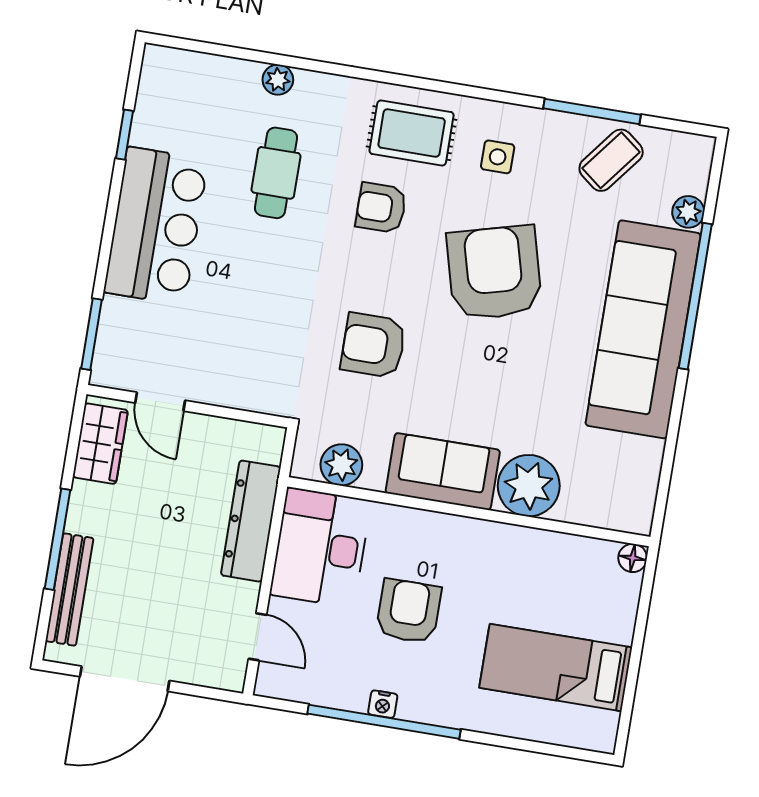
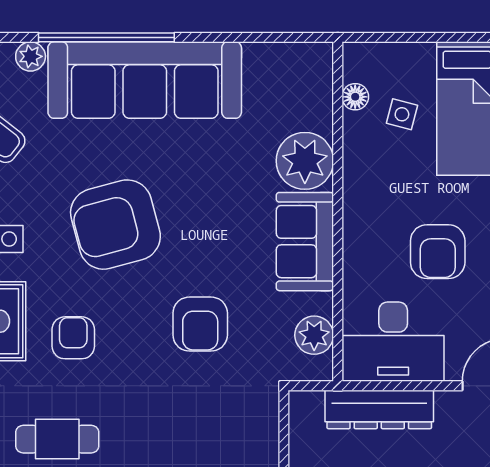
armchair: (381, 208) -> (73, 338), turned 180
floor lamp: (633, 558) -> (355, 97), moved
side table: (561, 597) -> (402, 114), added
armchair: (409, 611) -> (438, 252), turned -90

